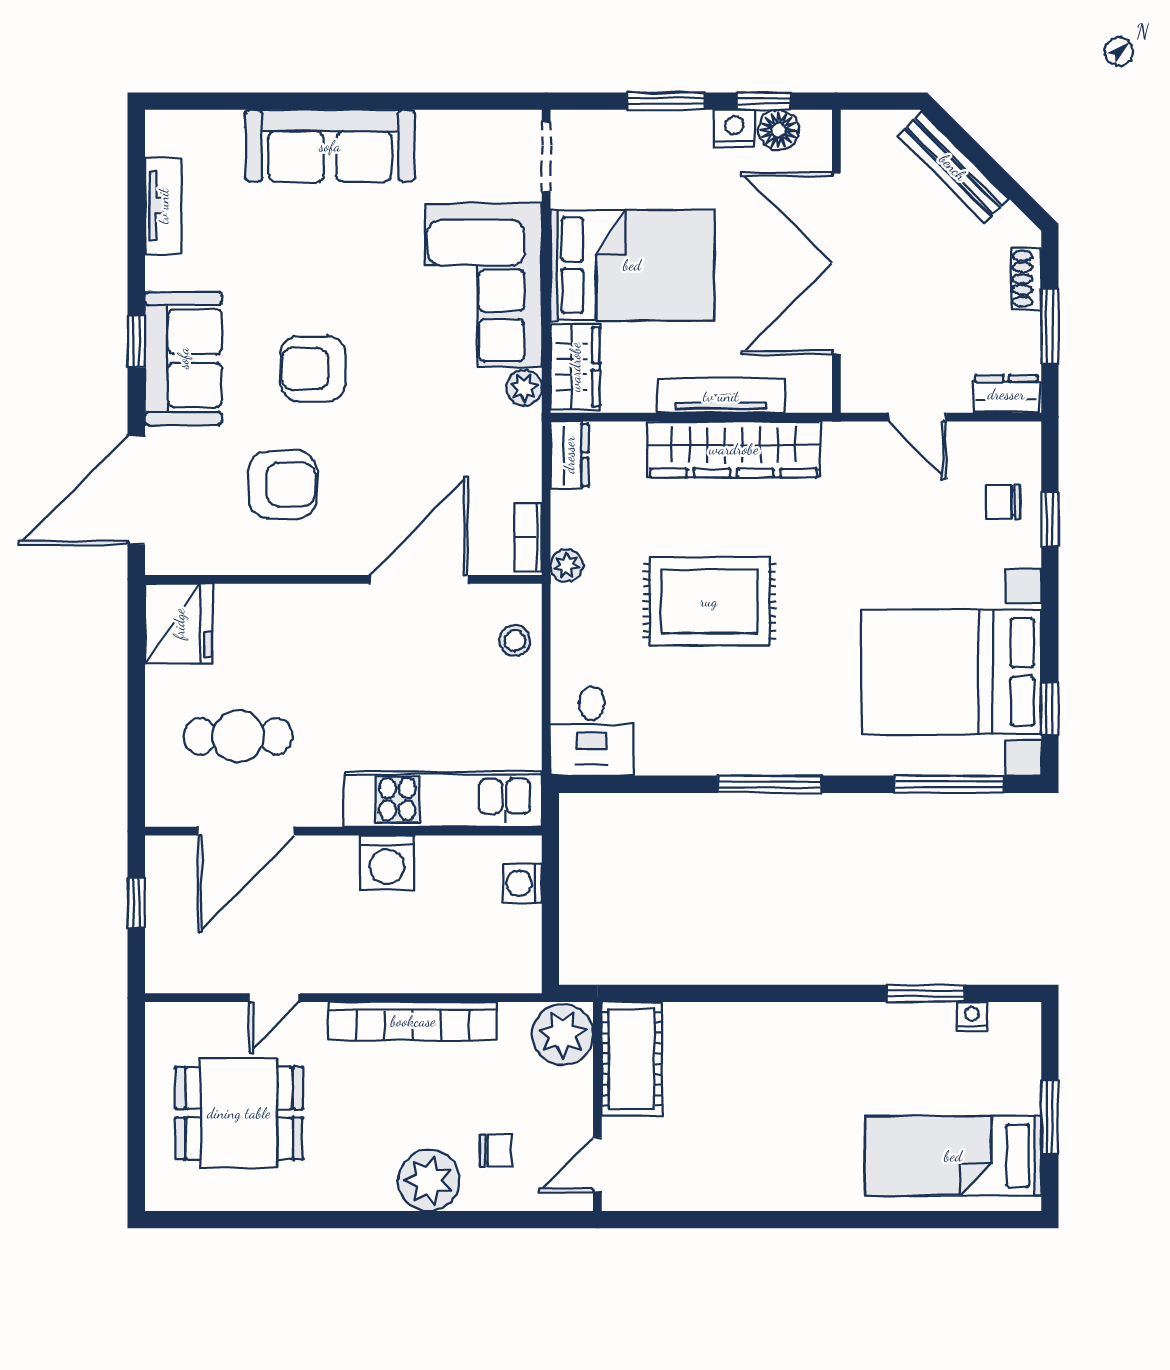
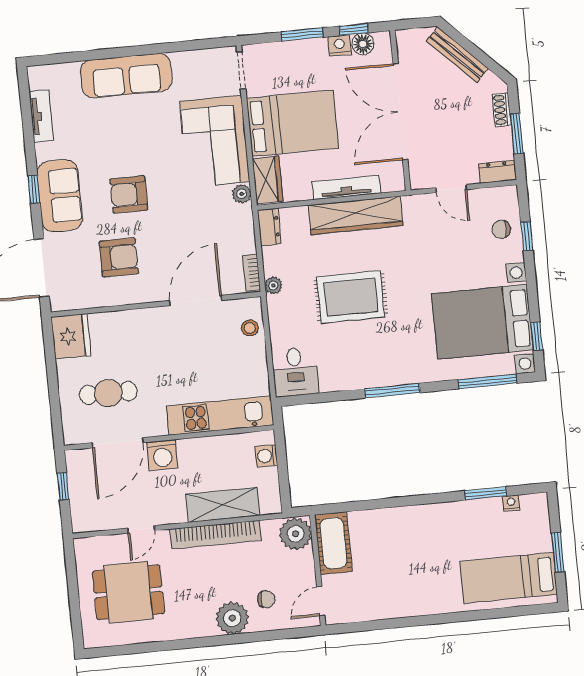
washing machine: (387, 862) -> (162, 455), moved
shelving: (432, 967) -> (223, 505), added

